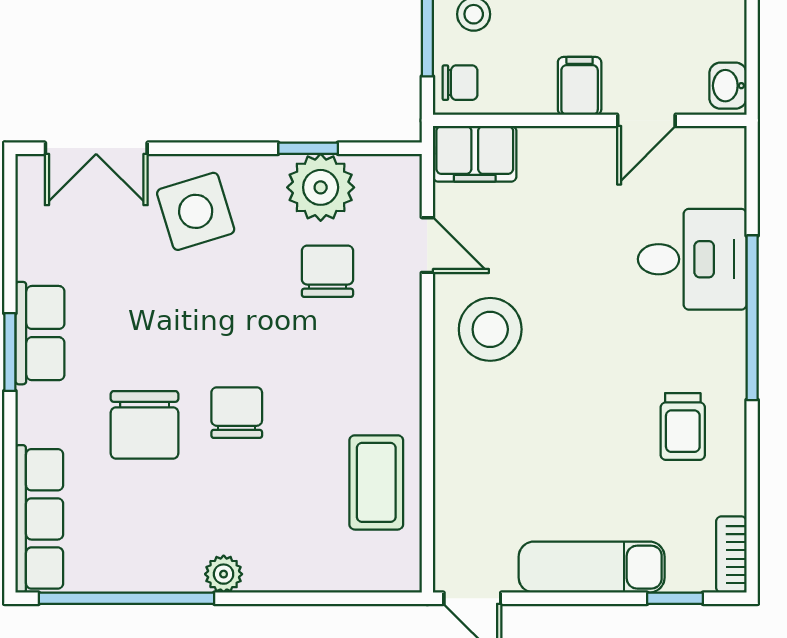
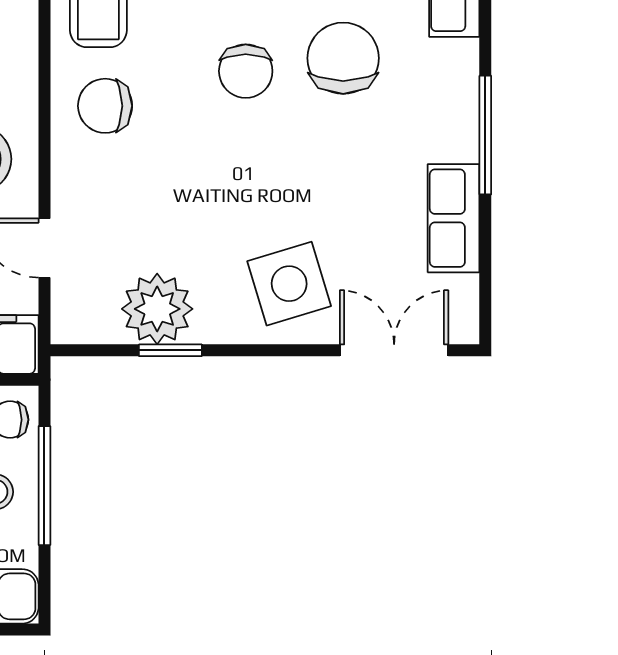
chair: (327, 271) -> (105, 106), moved, turned 90
row of seats: (40, 333) -> (454, 218), moved
window: (10, 352) -> (485, 135), width x1.44

